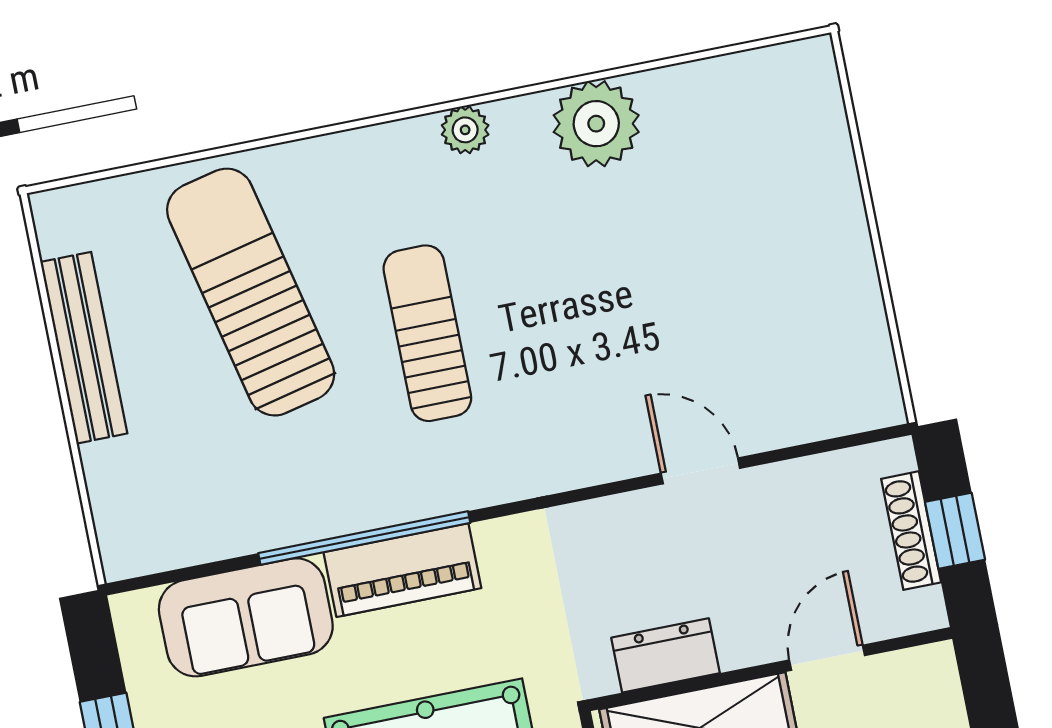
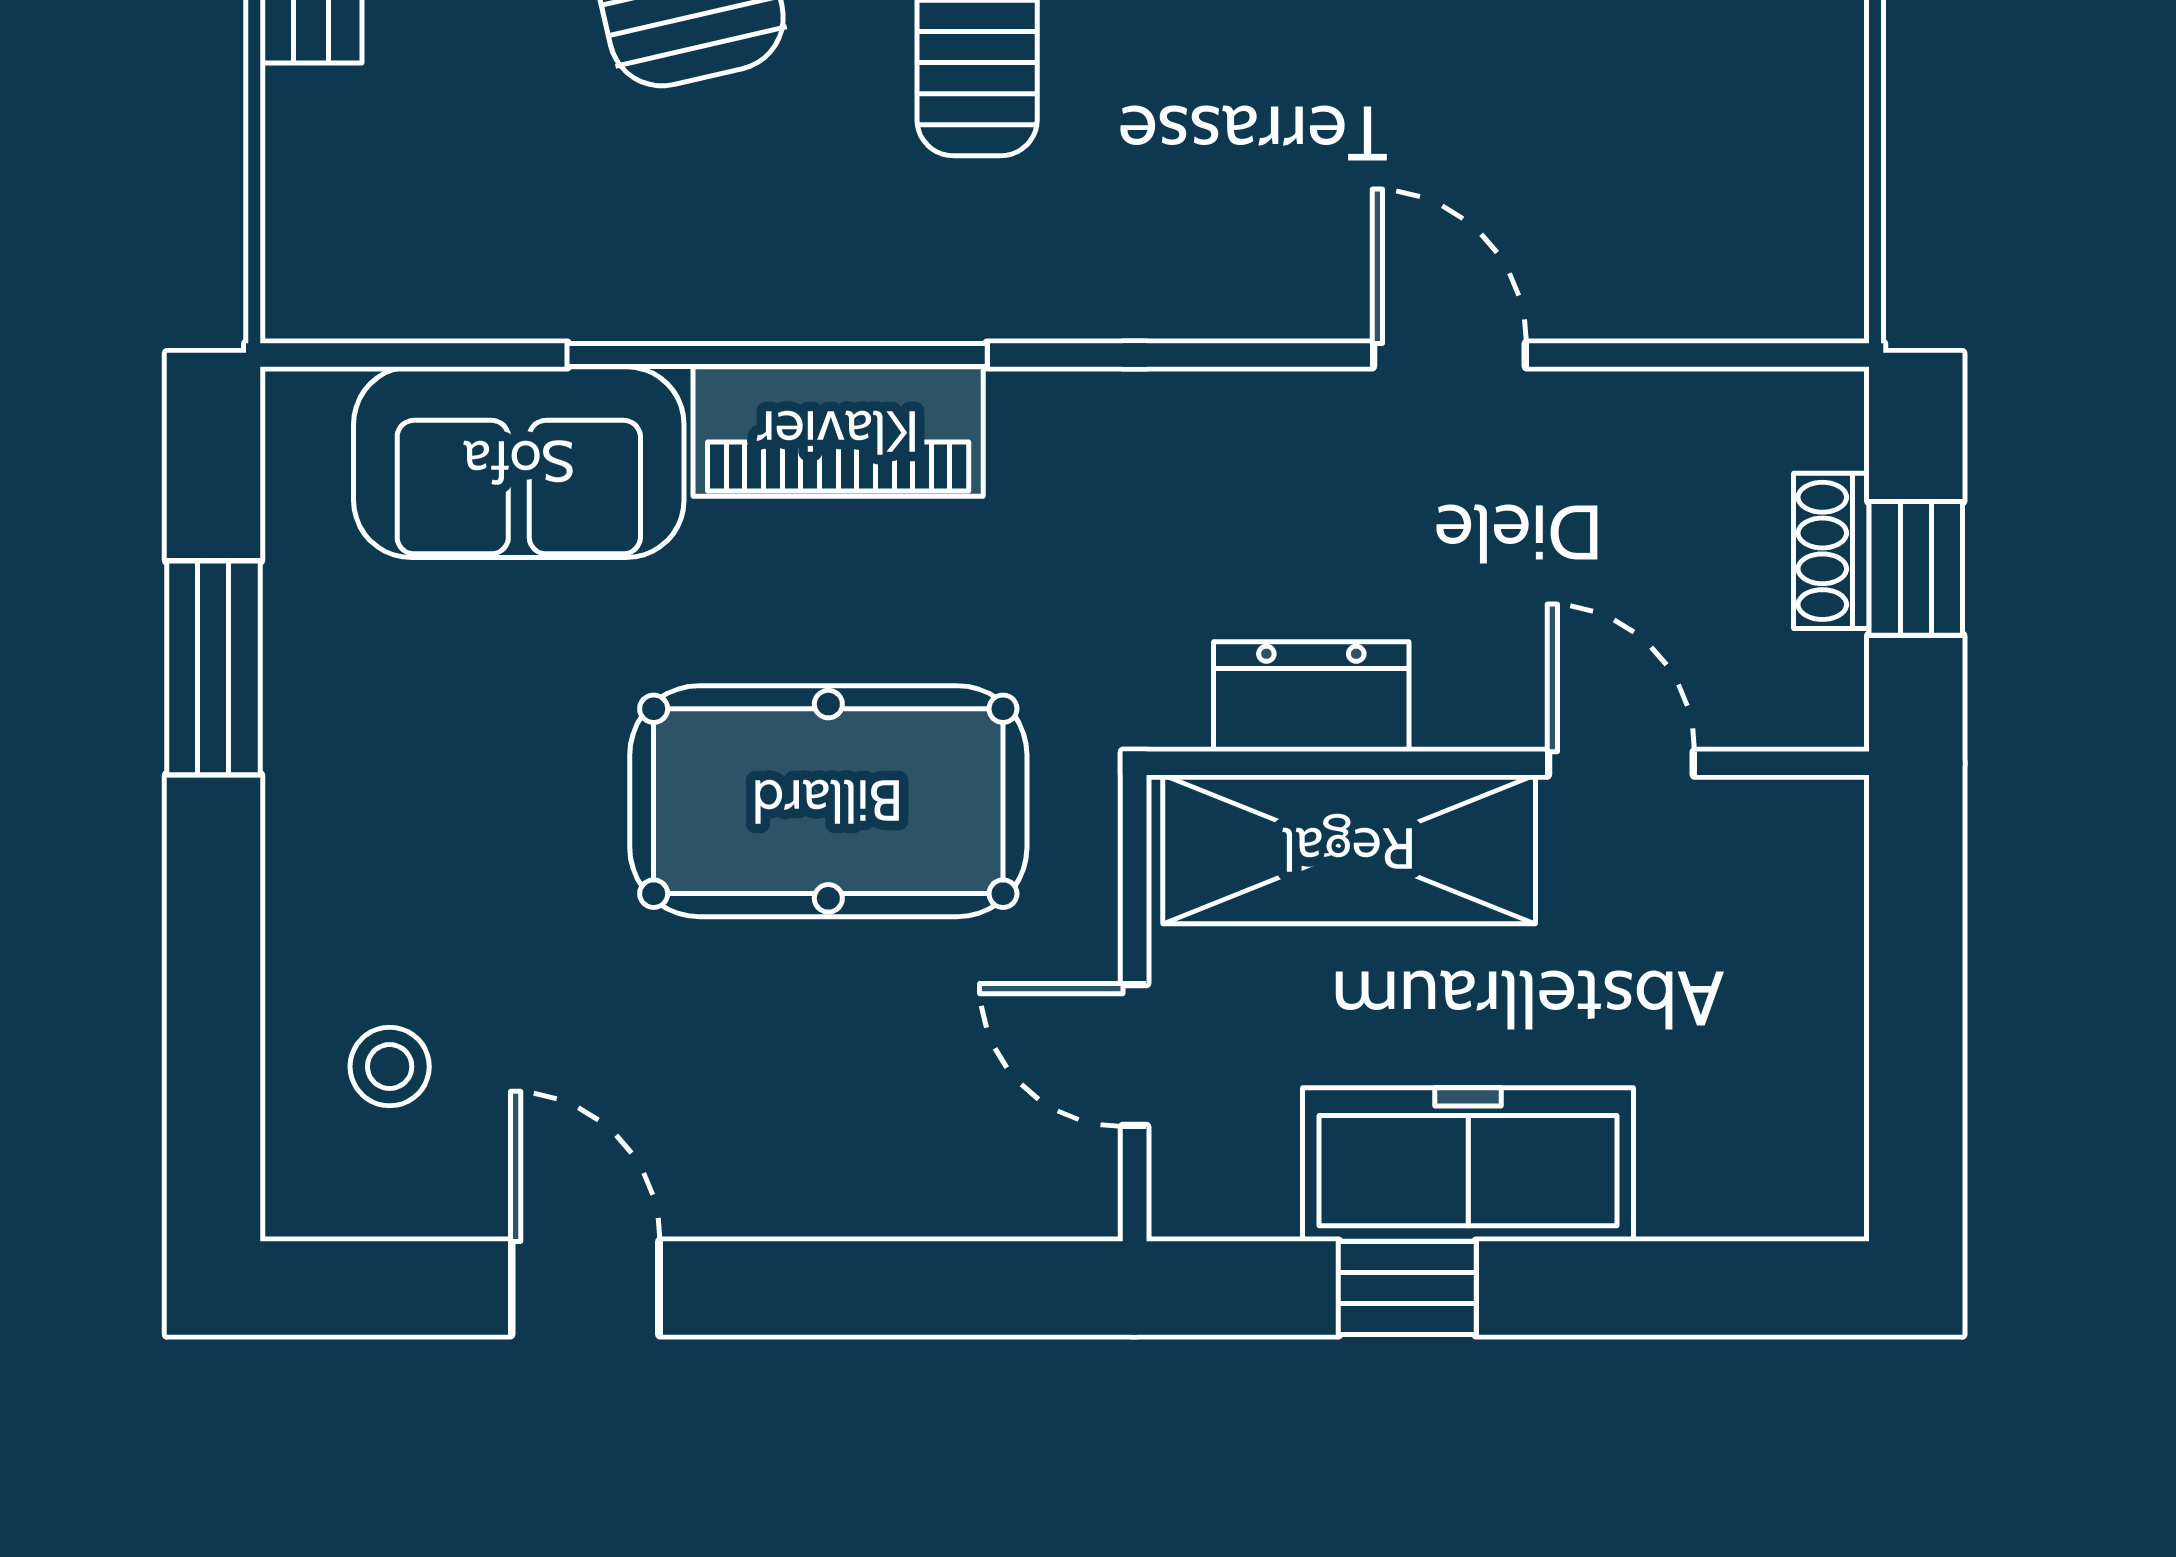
shoe rack: (911, 531) -> (1831, 551), width x0.70
door: (827, 658) -> (1621, 763), hinge flipped

